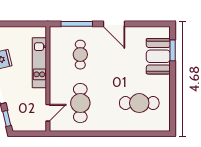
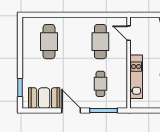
booth: (158, 56) -> (44, 98), moved, turned 90
cafe table: (139, 103) -> (49, 42), turned 90
door: (48, 113) -> (129, 33), hinge flipped

